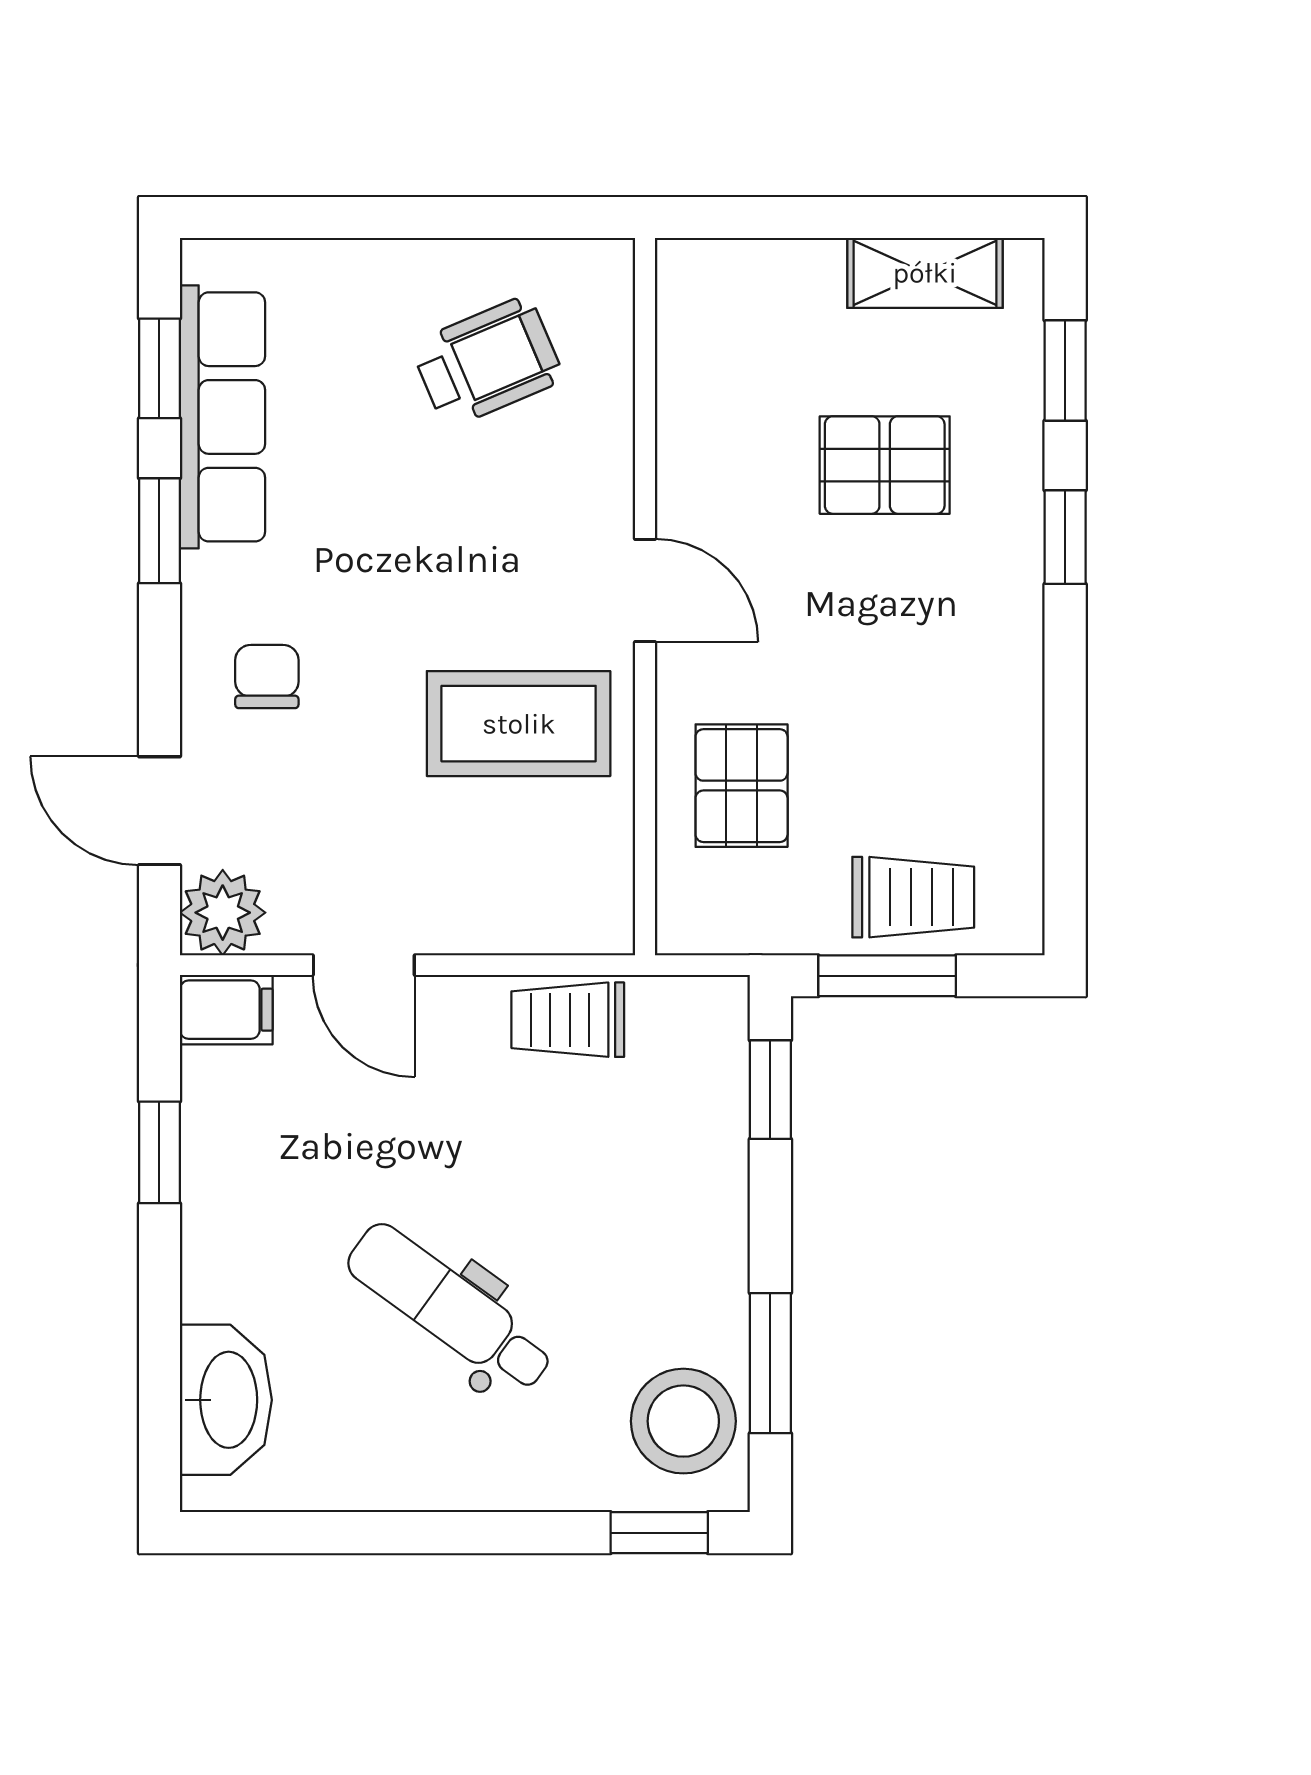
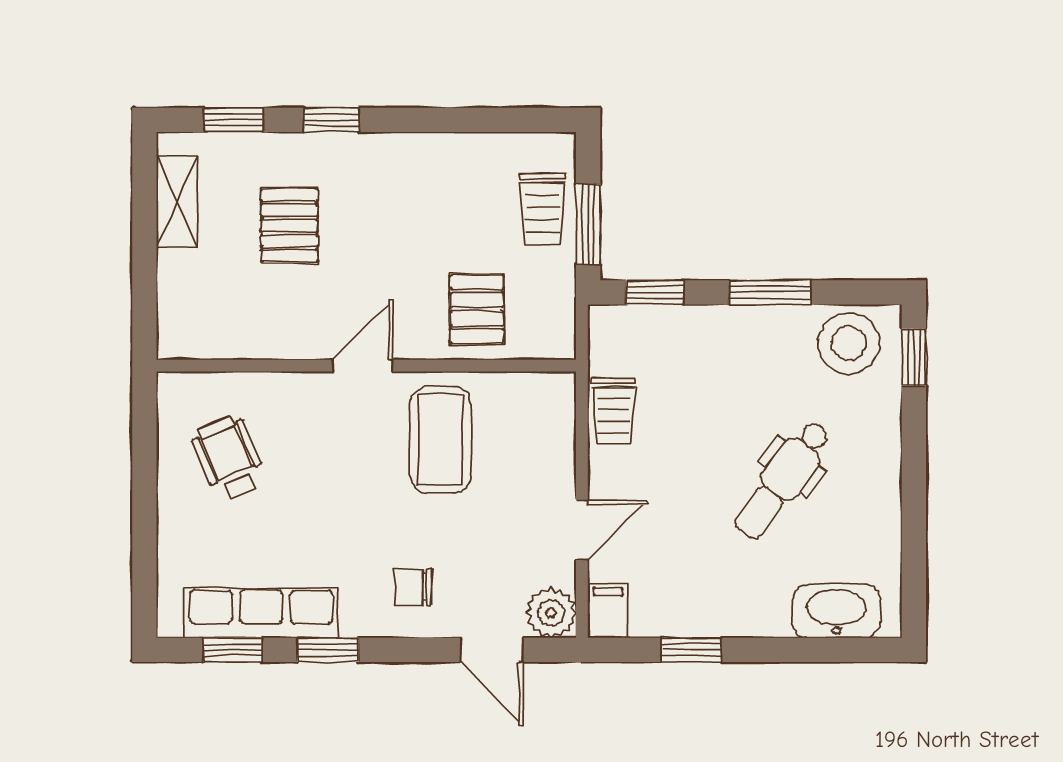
pallet: (742, 786) -> (477, 309), turned 90
door: (159, 811) -> (492, 650), hinge flipped
trolley: (913, 897) -> (542, 209), turned 180
window: (770, 1363) -> (770, 292), moved

